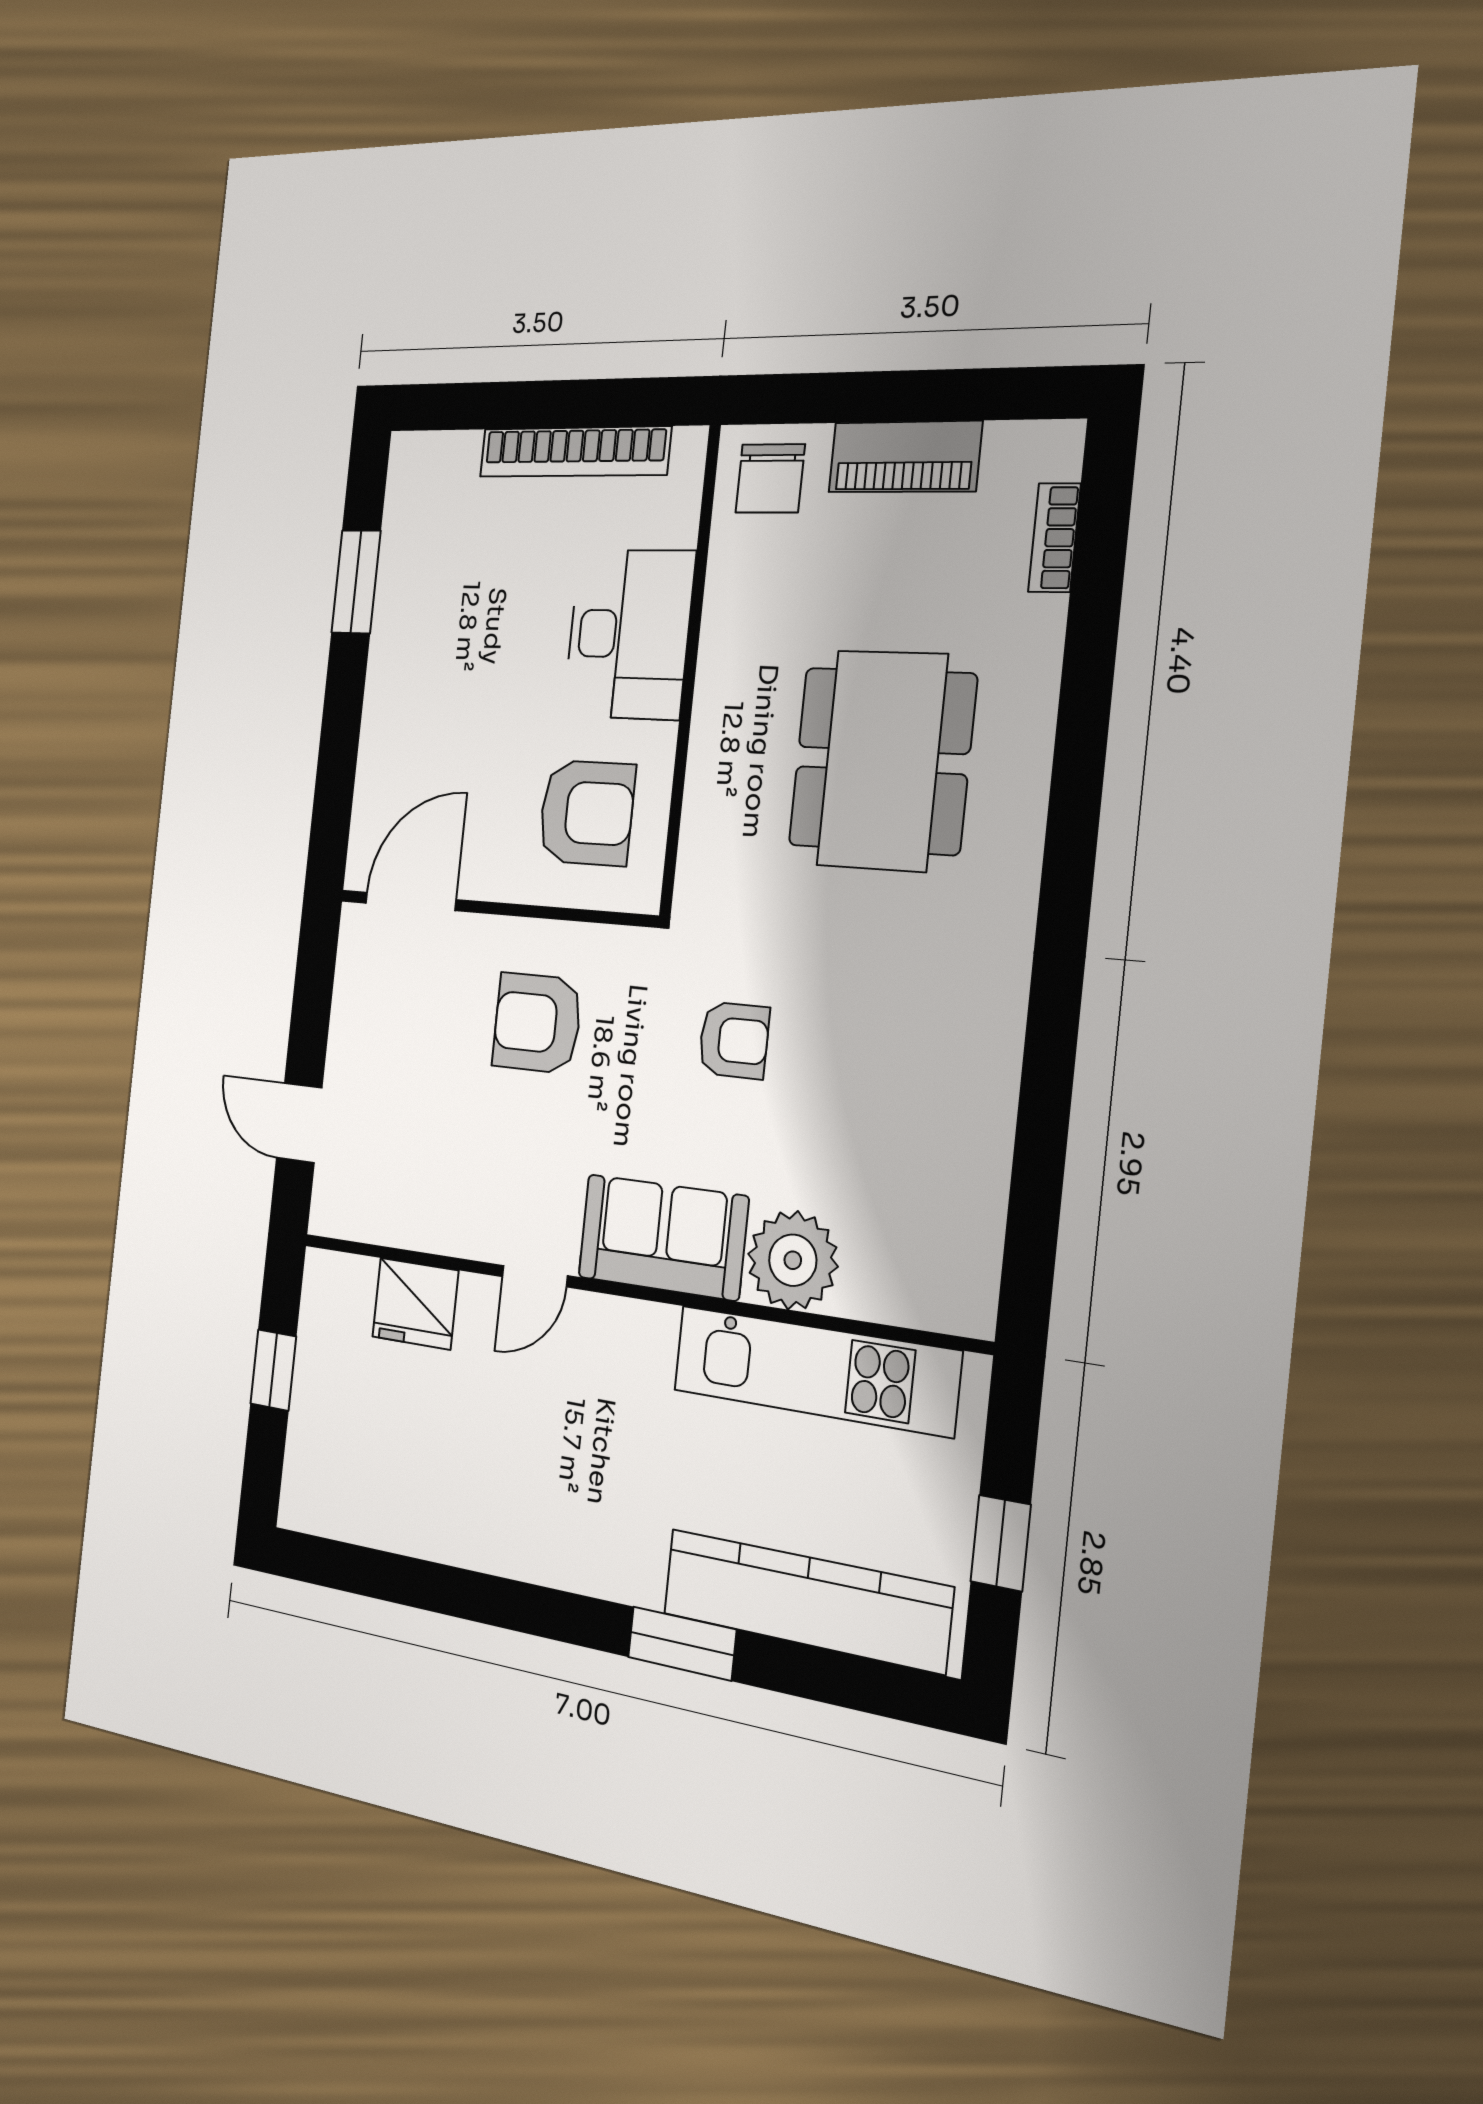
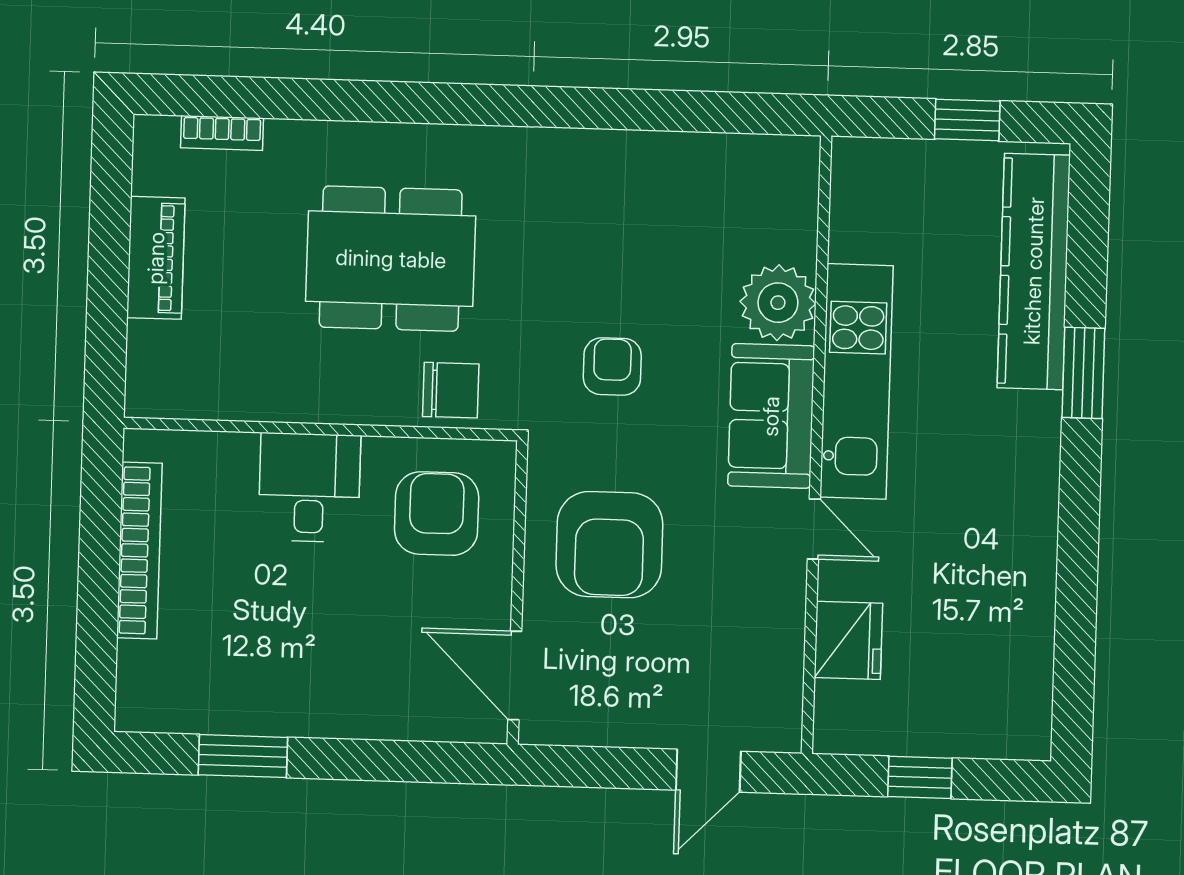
chair: (770, 478) -> (451, 390), moved
desk: (629, 634) -> (309, 487), width x0.73
armchair: (537, 1023) -> (609, 545), width x1.36, depth x1.36
kitchen unit: (815, 1371) -> (857, 381), moved

